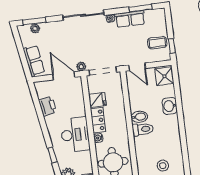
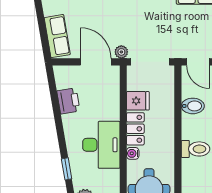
bidet: (139, 117) -> (193, 106), moved

